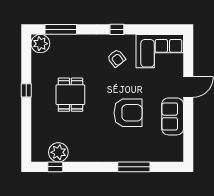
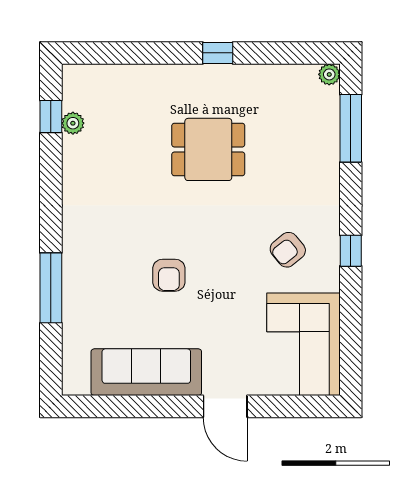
plant: (40, 44) -> (329, 74), width x0.53, depth x0.53
armchair: (128, 113) -> (169, 275), width x0.53, depth x0.53
sofa: (173, 116) -> (146, 372), width x1.36
plant: (58, 152) -> (73, 123), width x0.53, depth x0.53

